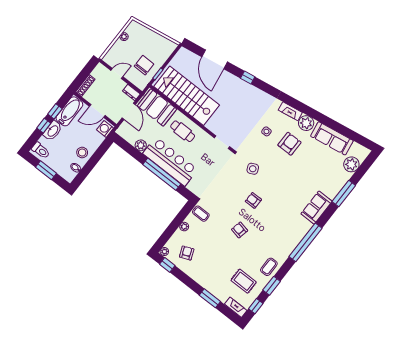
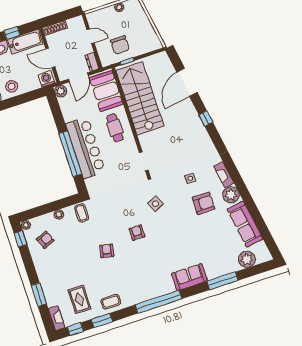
chair: (144, 65) -> (120, 45), turned 90
plant: (141, 145) -> (61, 91), moved

